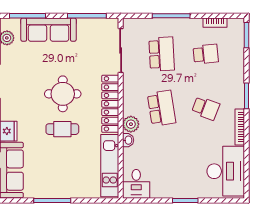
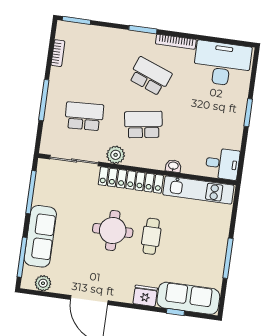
school desk: (206, 54) -> (91, 68), removed
school desk: (206, 108) -> (150, 76), width x1.85
plant: (131, 124) -> (116, 155), moved

